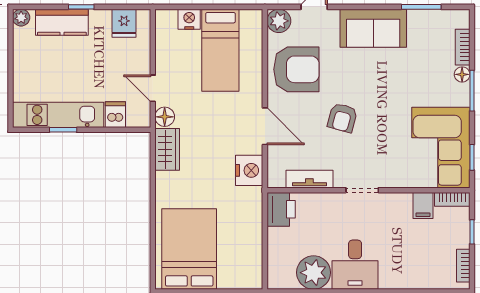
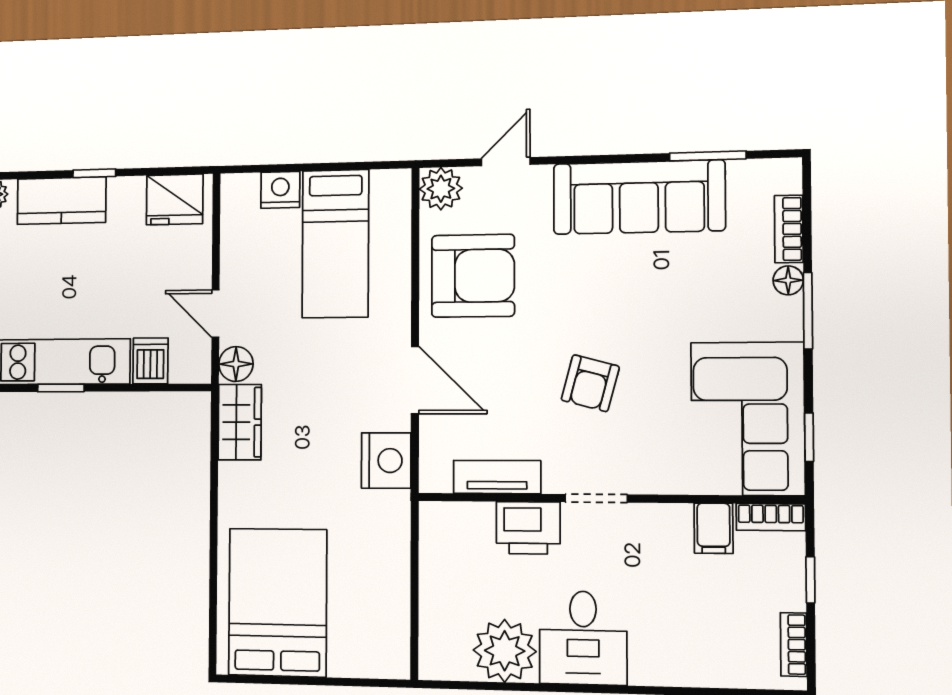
fridge: (124, 23) -> (175, 199), width x1.38
sofa: (373, 28) -> (639, 197), width x1.36
armchair: (342, 118) -> (590, 383), moved
printer: (281, 209) -> (528, 528), moved, turned 90

